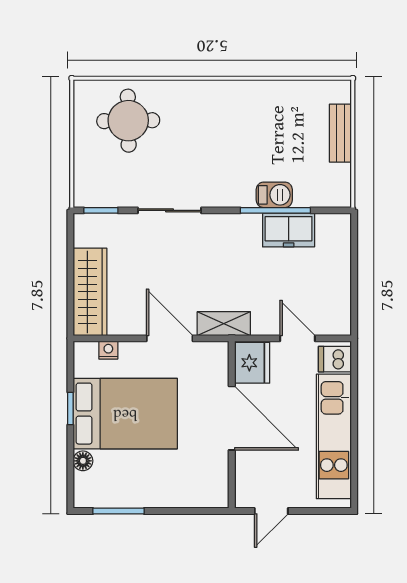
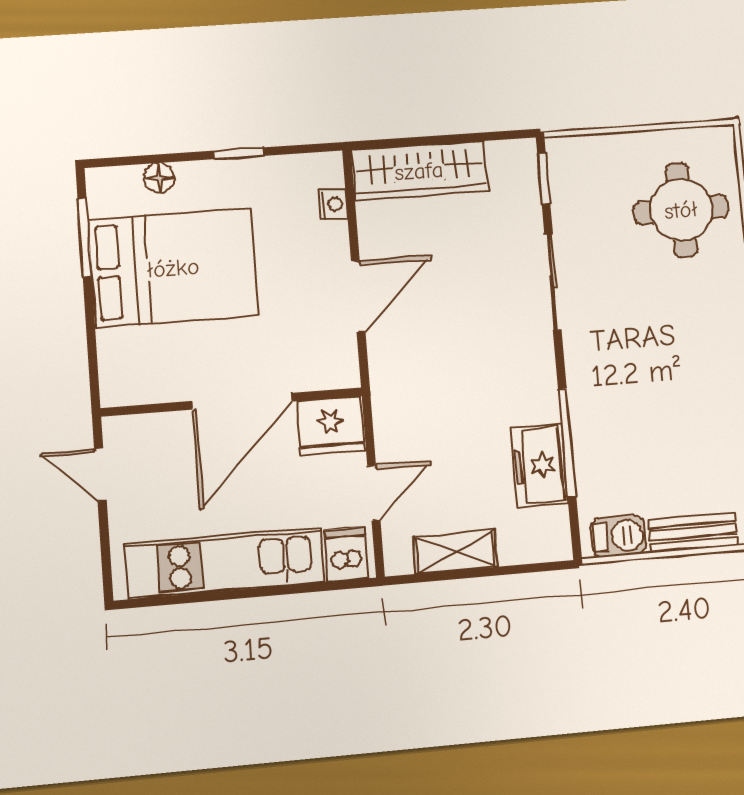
barbecue: (274, 195) -> (618, 536), moved, turned -90
shelving: (224, 324) -> (455, 552), moved, turned 90
bed: (125, 414) -> (173, 268), moved, turned -90

